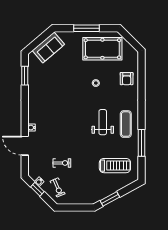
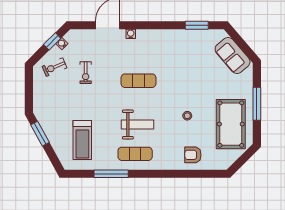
exercise mat: (68, 121) -> (138, 81), added

